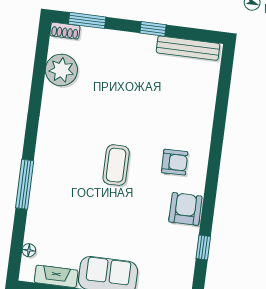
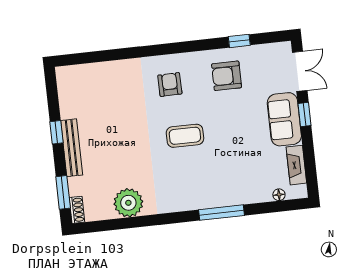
bench: (188, 48) -> (72, 148), moved
plant: (61, 70) -> (128, 203), moved
armchair: (185, 209) -> (227, 76), moved

